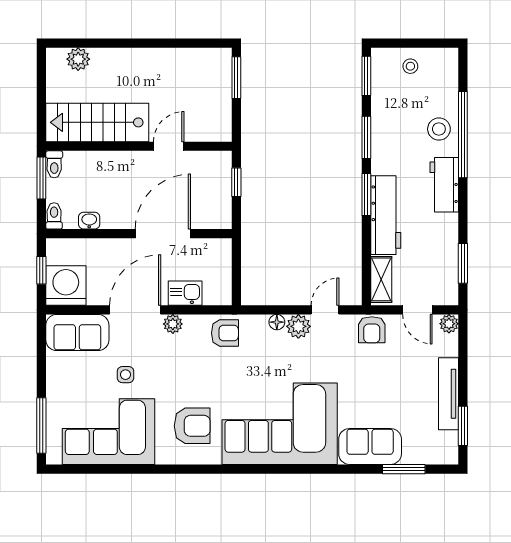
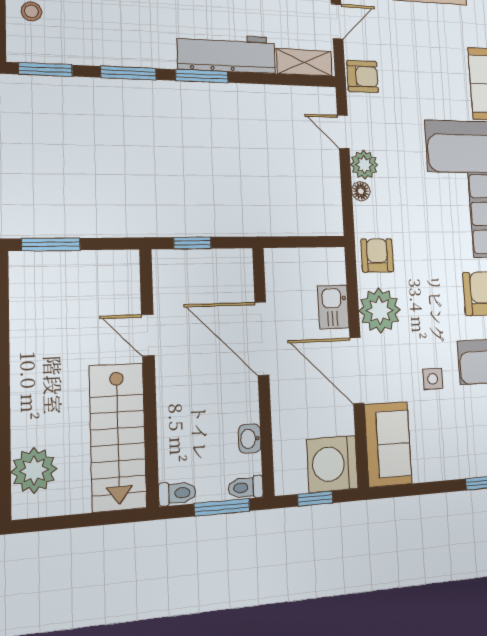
plant: (78, 59) -> (34, 470), width x1.36, depth x1.36
window: (41, 178) -> (222, 507), moved
plant: (173, 324) -> (380, 310), width x1.87, depth x1.87

